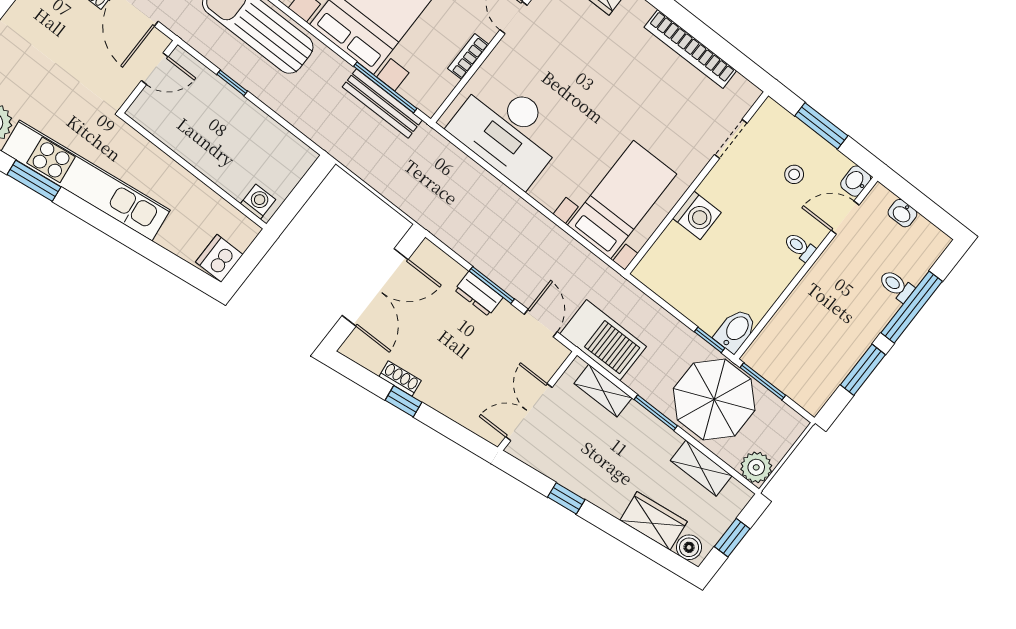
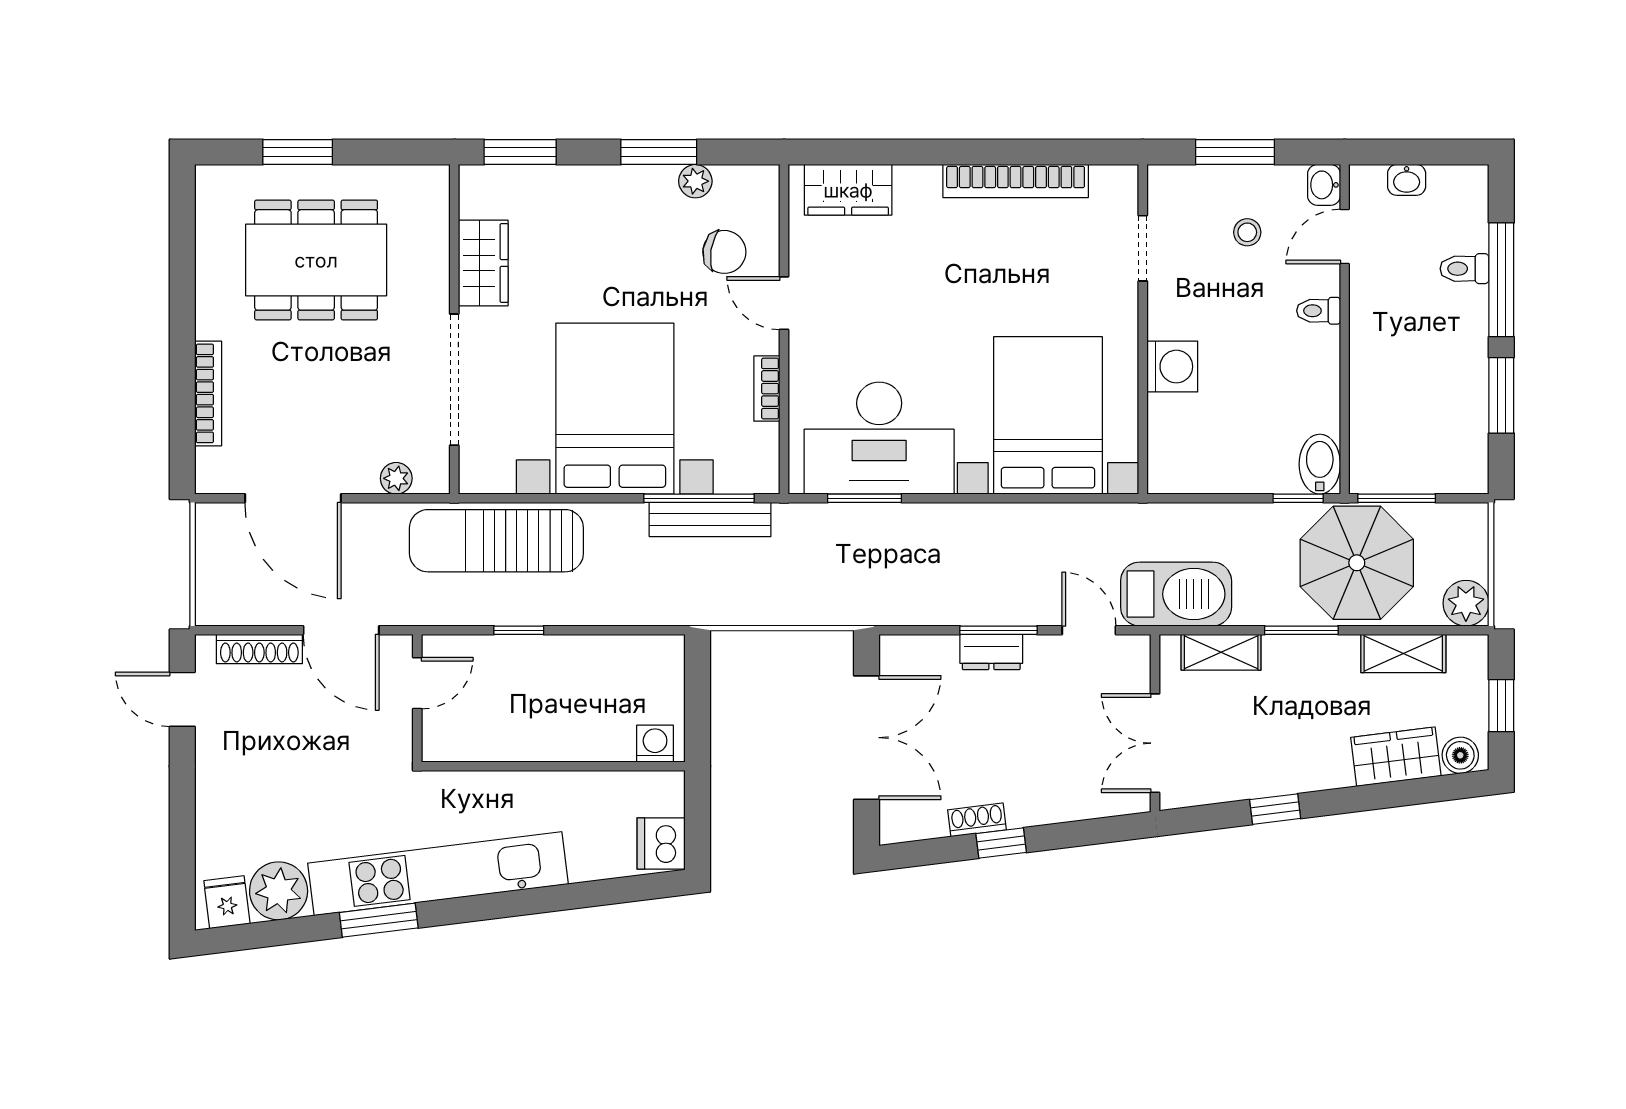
window: (475, 157) -> (864, 498), added
bed with nightstands: (622, 200) -> (1048, 415), width x1.36

